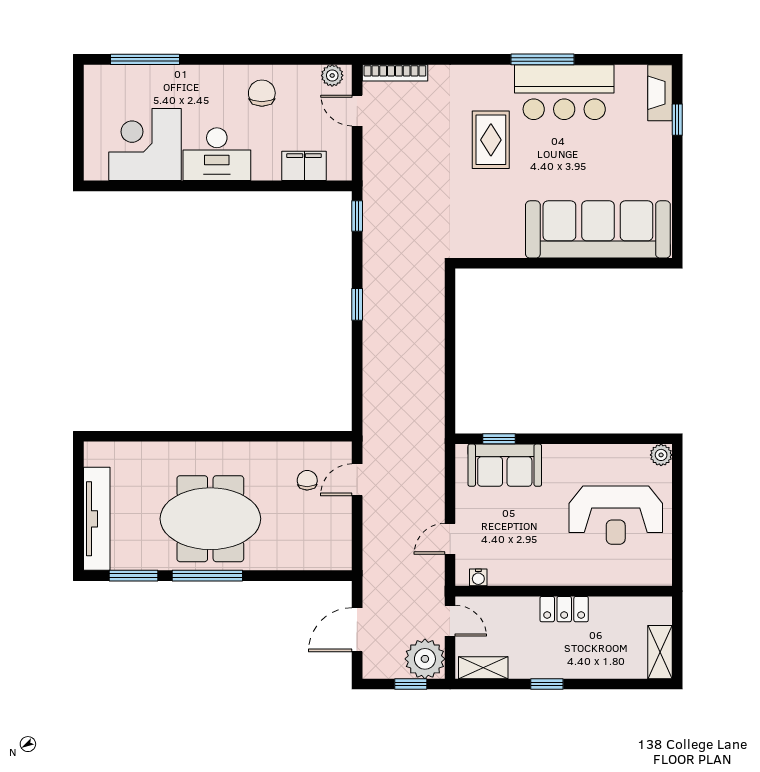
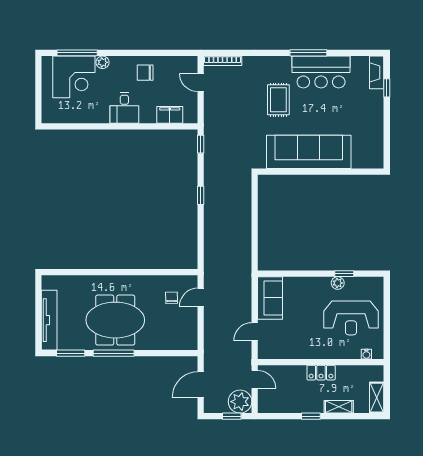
plant: (332, 75) -> (103, 62), moved
chair: (262, 93) -> (145, 73), turned -90
corner desk: (145, 145) -> (74, 77), moved, turned 180
desk: (217, 154) -> (124, 108), width x0.73
sofa: (598, 229) -> (309, 152), moved
window: (499, 439) -> (344, 274), moved
plant: (661, 455) -> (338, 283), moved
sofa: (505, 465) -> (270, 298), moved, turned -90
water cooler: (478, 577) -> (366, 354), moved
shelving: (483, 668) -> (339, 407), moved

